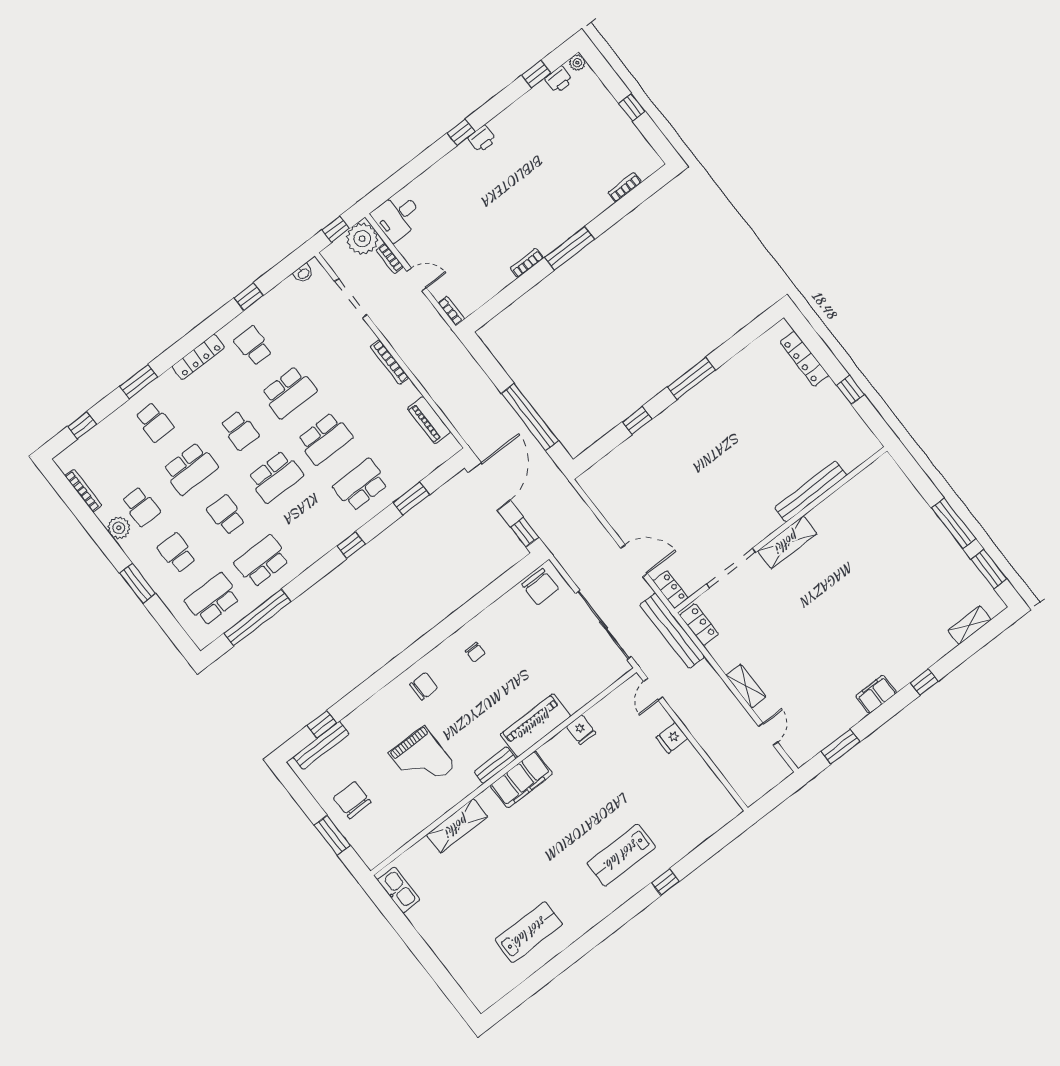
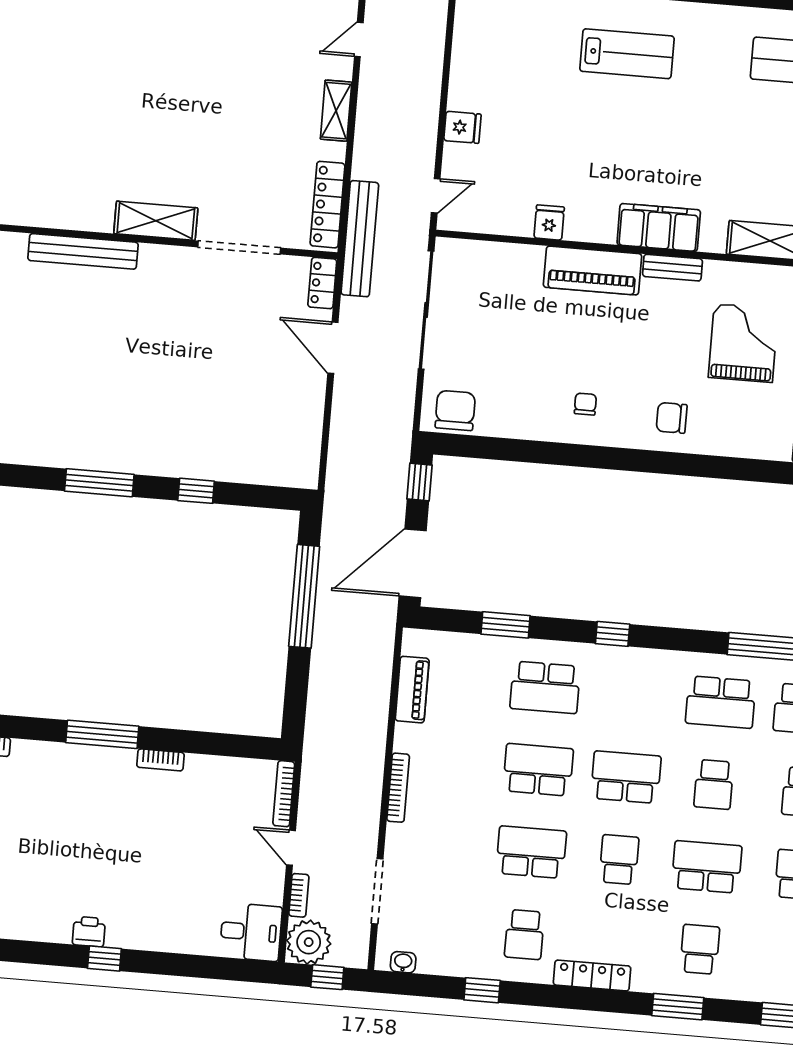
bookcase: (451, 311) -> (284, 794), width x1.56
locker: (699, 625) -> (327, 205), width x1.53

